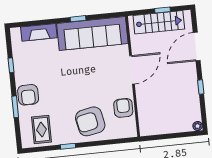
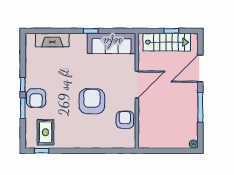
sofa: (92, 33) -> (112, 43), width x0.74, depth x0.79
window: (11, 65) -> (23, 85), moved
window: (201, 87) -> (200, 107), width x2.17
armchair: (90, 121) -> (92, 101), moved, turned 101
window: (68, 146) -> (42, 151), moved

